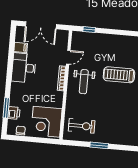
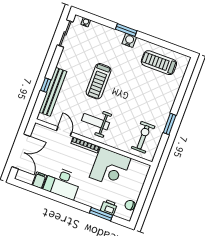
window: (89, 30) -> (46, 85), moved
bench: (99, 38) -> (53, 92), added
weight bench: (84, 82) -> (95, 122), turned 180
corner desk: (46, 122) -> (110, 168), moved

